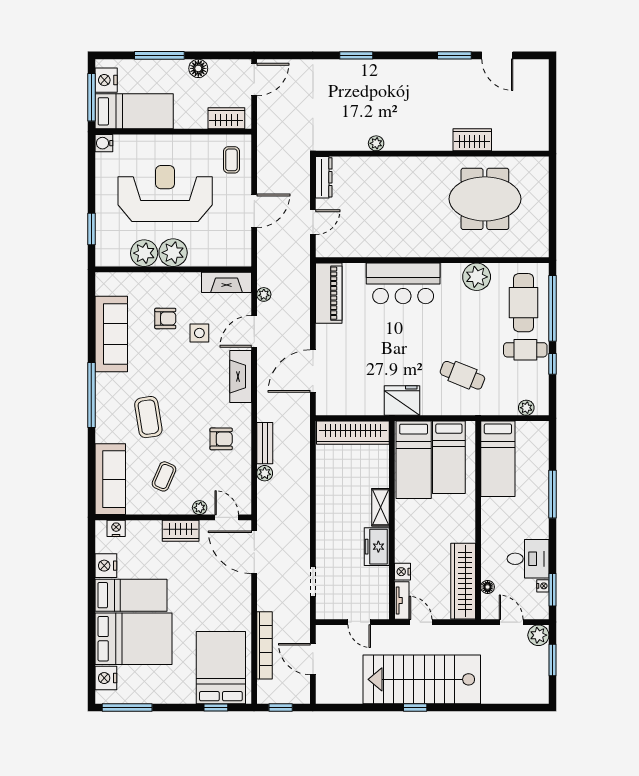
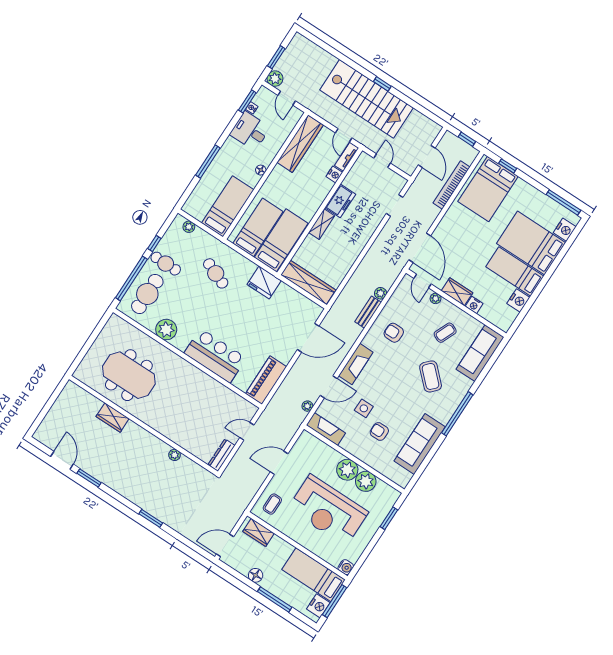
coffee table: (148, 417) -> (431, 376), turned -37
nightstand: (116, 528) -> (474, 305), moved
floor lamp: (488, 587) -> (261, 170), moved

